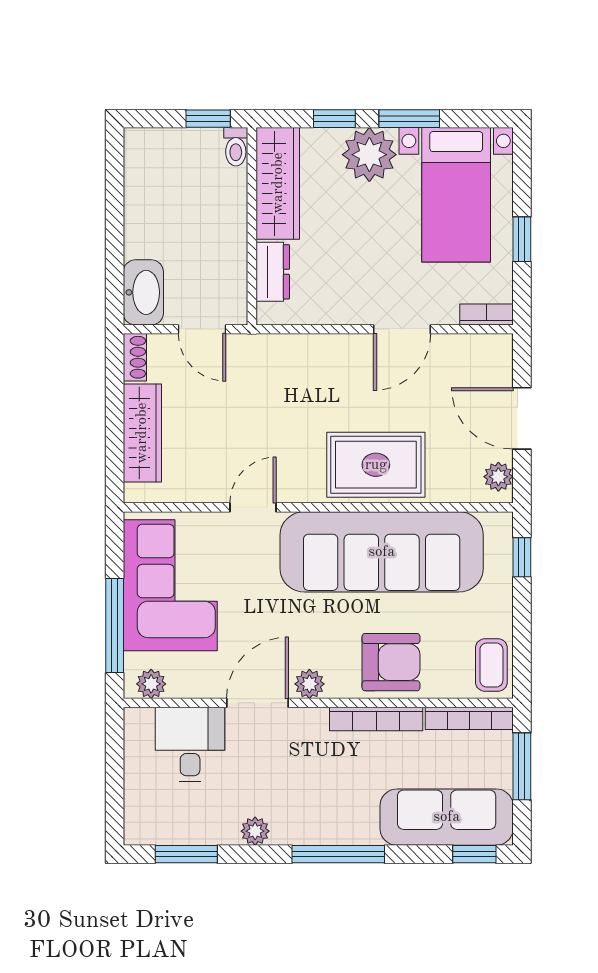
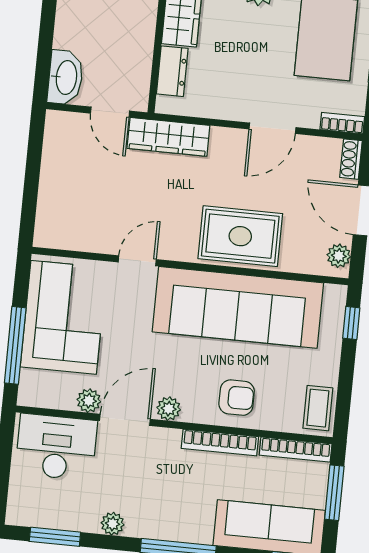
shoe rack: (135, 357) -> (351, 159), moved, turned 180
wardrobe: (142, 433) -> (168, 137), moved, turned 90
armchair: (391, 662) -> (237, 398), width x0.72, depth x0.72
plant: (151, 684) -> (89, 401), moved
desk: (190, 744) -> (56, 447), width x1.37

